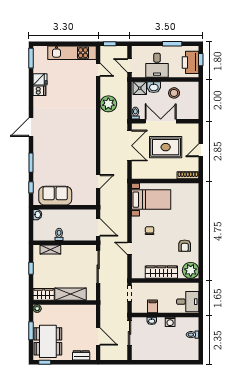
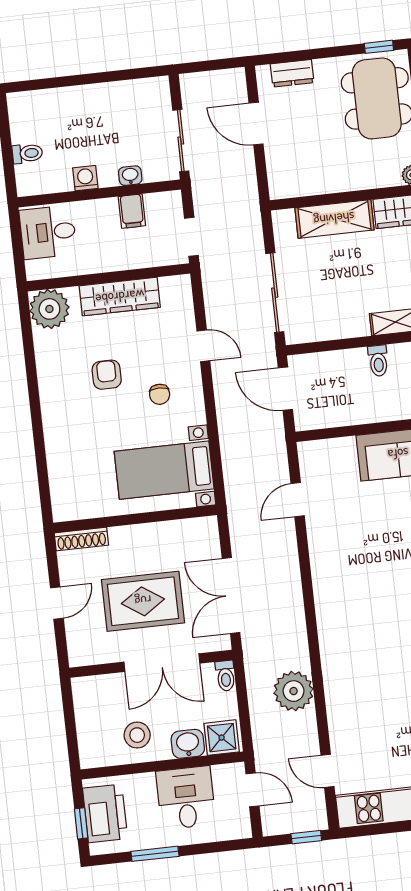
armchair: (185, 246) -> (107, 375), moved

